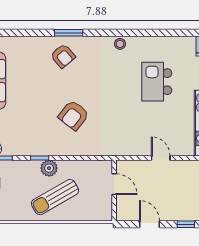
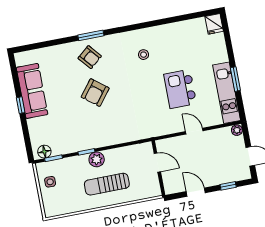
stool: (120, 44) -> (144, 55), moved
kitchen island: (157, 82) -> (180, 89), moved
armchair: (74, 115) -> (95, 93), moved
sun lounger: (55, 197) -> (107, 184), turned 30

